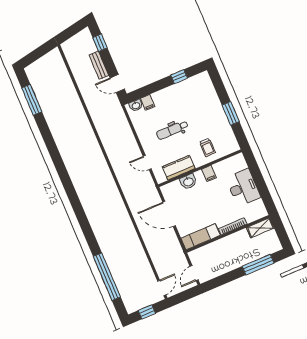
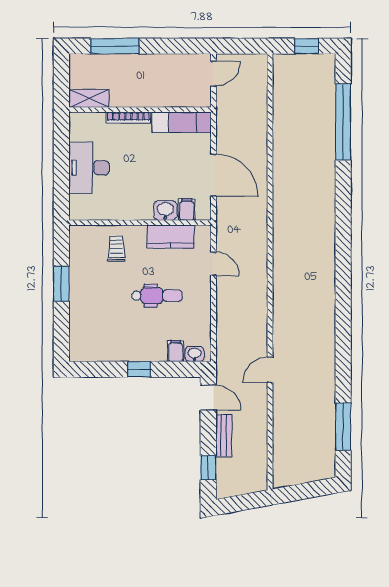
window: (179, 77) -> (139, 369), moved
filing cabinet: (209, 173) -> (187, 210), moved
door: (162, 288) -> (270, 370), moved

